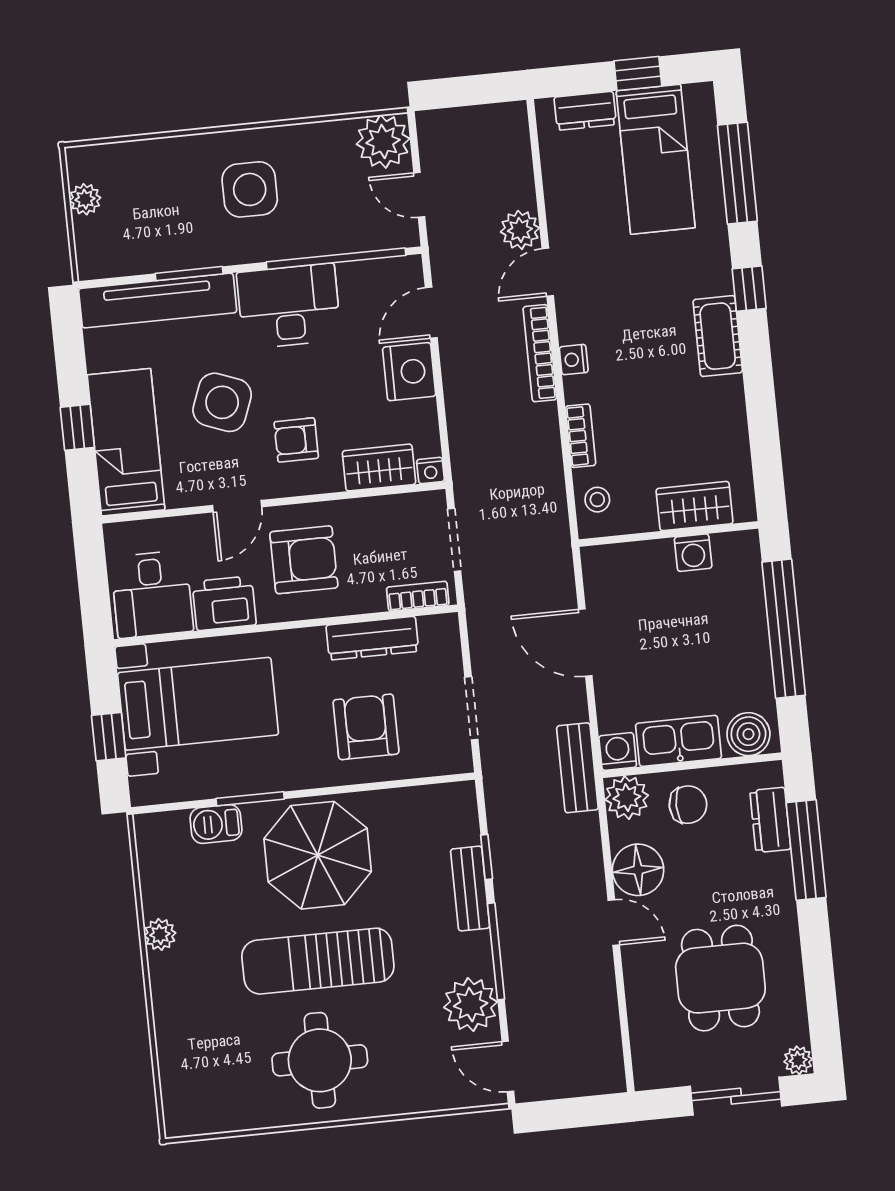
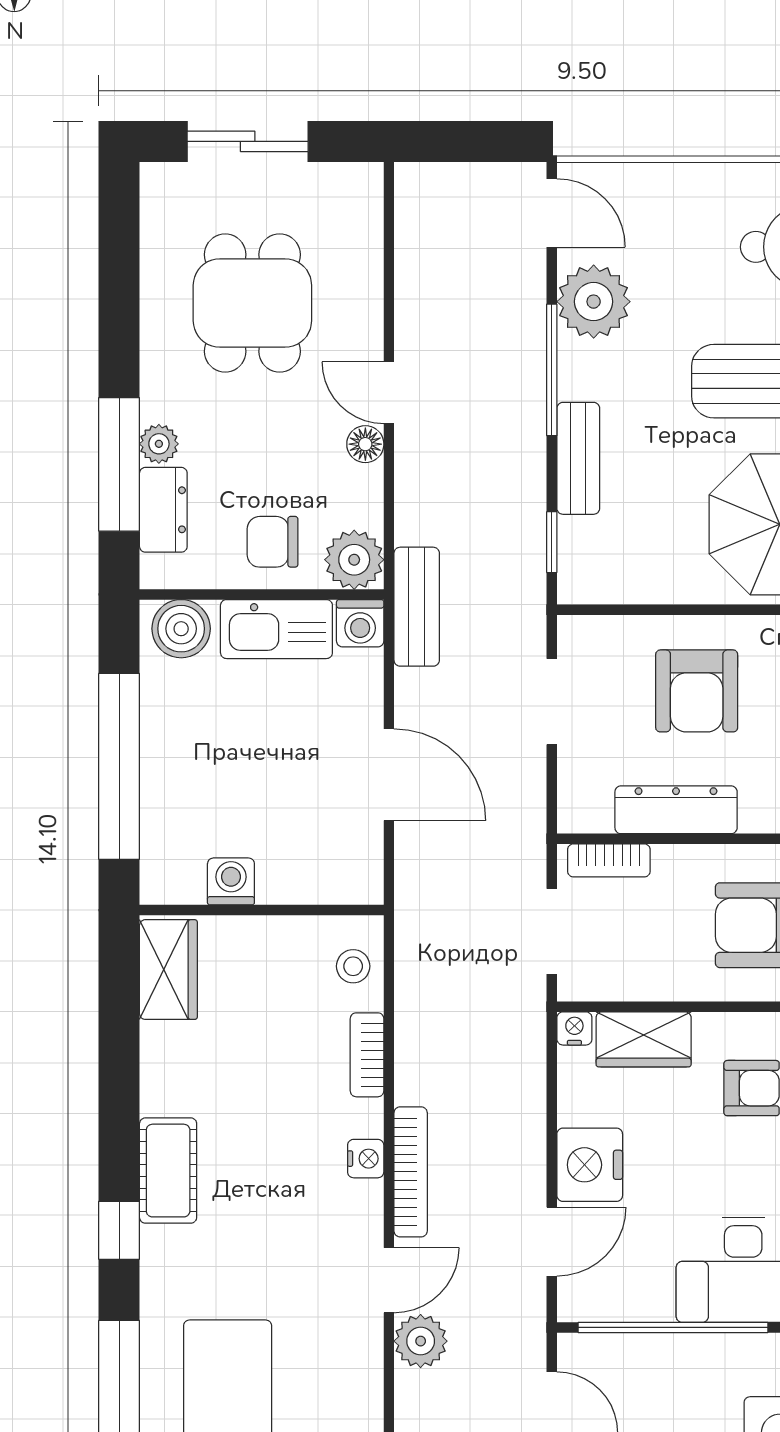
wardrobe: (695, 506) -> (168, 970), moved, turned -90
window: (487, 857) -> (552, 542), moved
floor lamp: (638, 870) -> (365, 444), width x0.53, depth x0.53
plant: (798, 1060) -> (159, 444), moved

